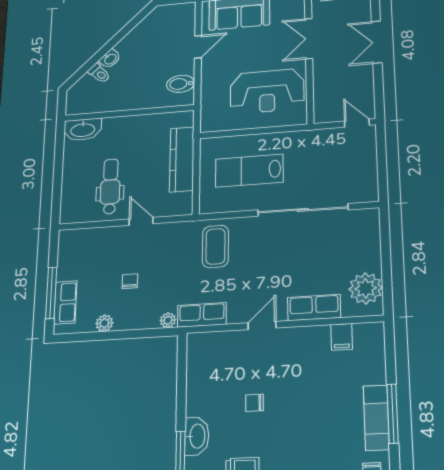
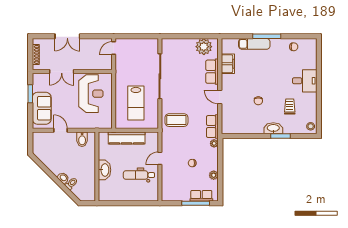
washbasin: (83, 130) -> (105, 170), moved
filing cabinet: (342, 337) -> (228, 64), width x2.00
exam couch: (376, 418) -> (254, 44), moved

